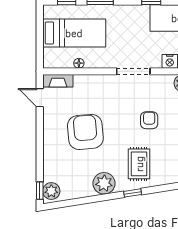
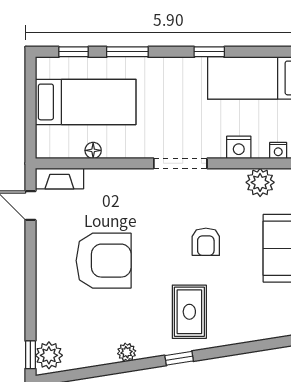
armchair: (149, 120) -> (206, 242), turned 180
armchair: (85, 132) -> (104, 261), turned 95
plant: (104, 183) -> (127, 352), width x0.53, depth x0.53

